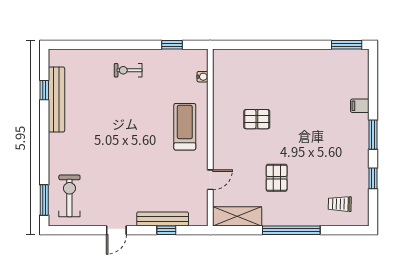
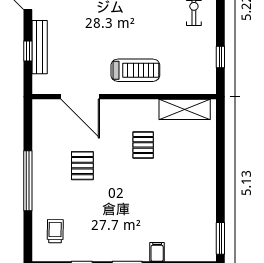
water cooler: (202, 77) -> (187, 89), removed
pallet: (277, 178) -> (82, 166), turned 90
door: (210, 180) -> (80, 97), width x1.87
shelving: (237, 216) -> (185, 109), moved, turned 90

